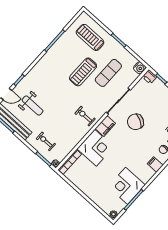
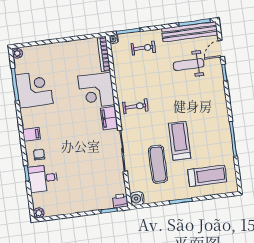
chair: (135, 122) -> (89, 150), removed

